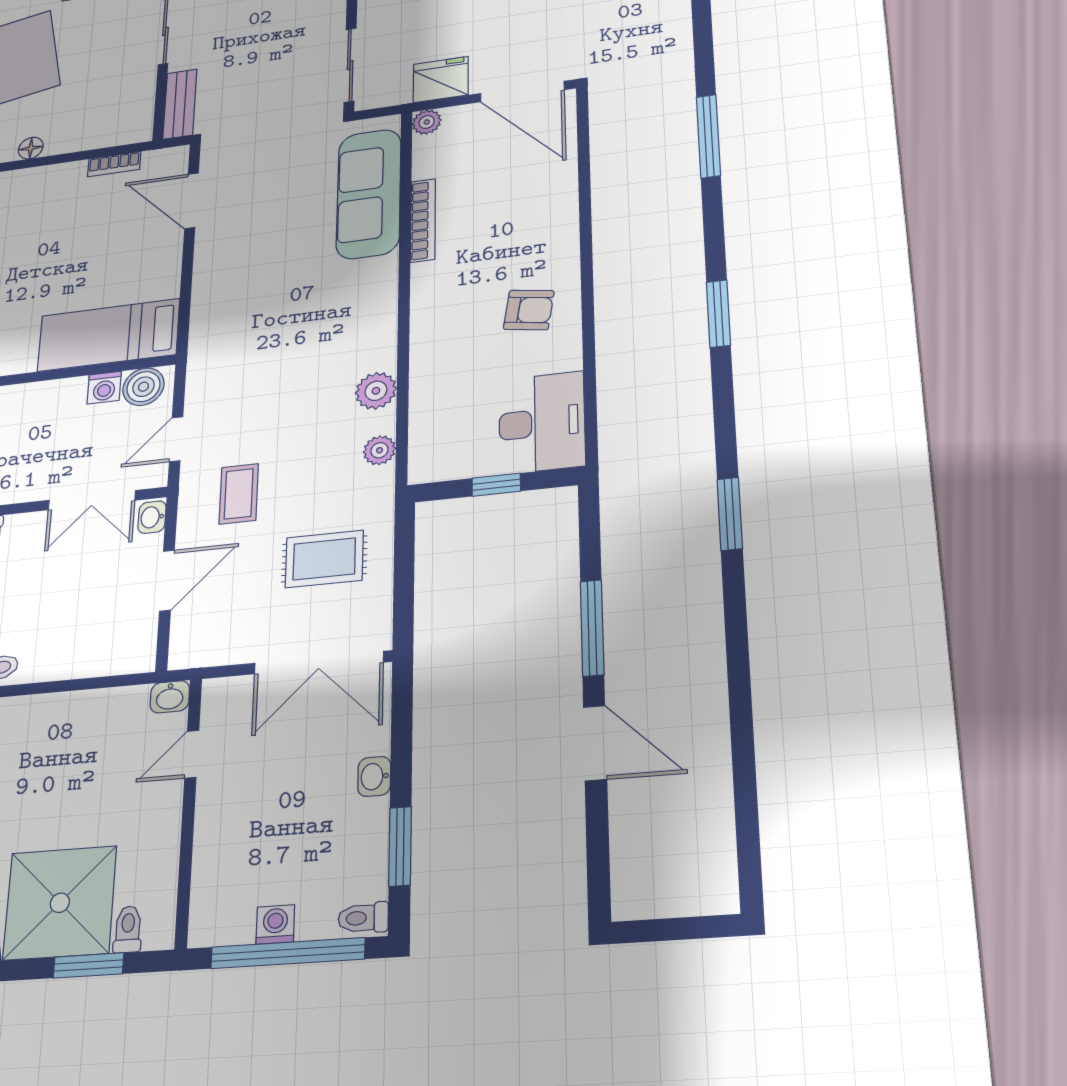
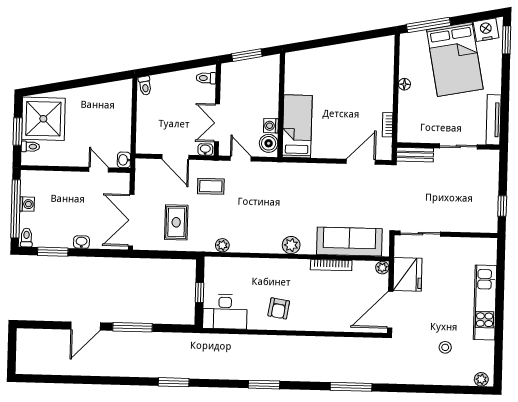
fridge: (441, 80) -> (408, 274), width x1.36, depth x1.34
plant: (376, 391) -> (291, 245), moved

